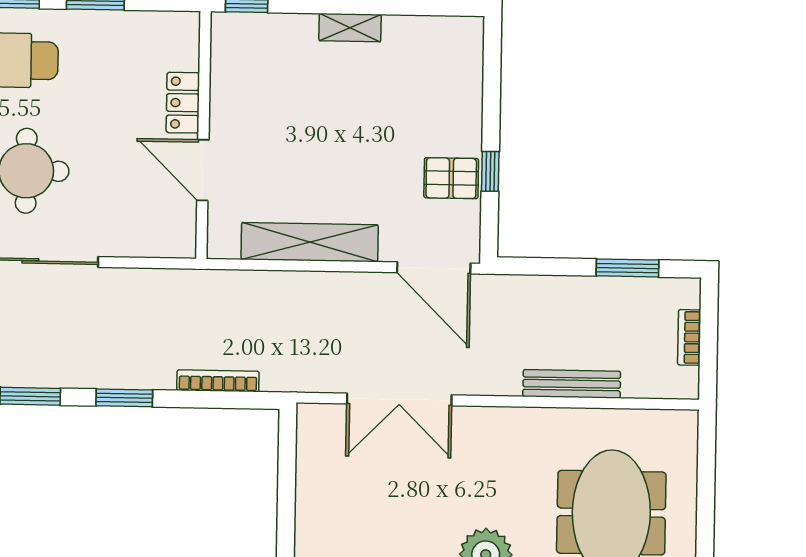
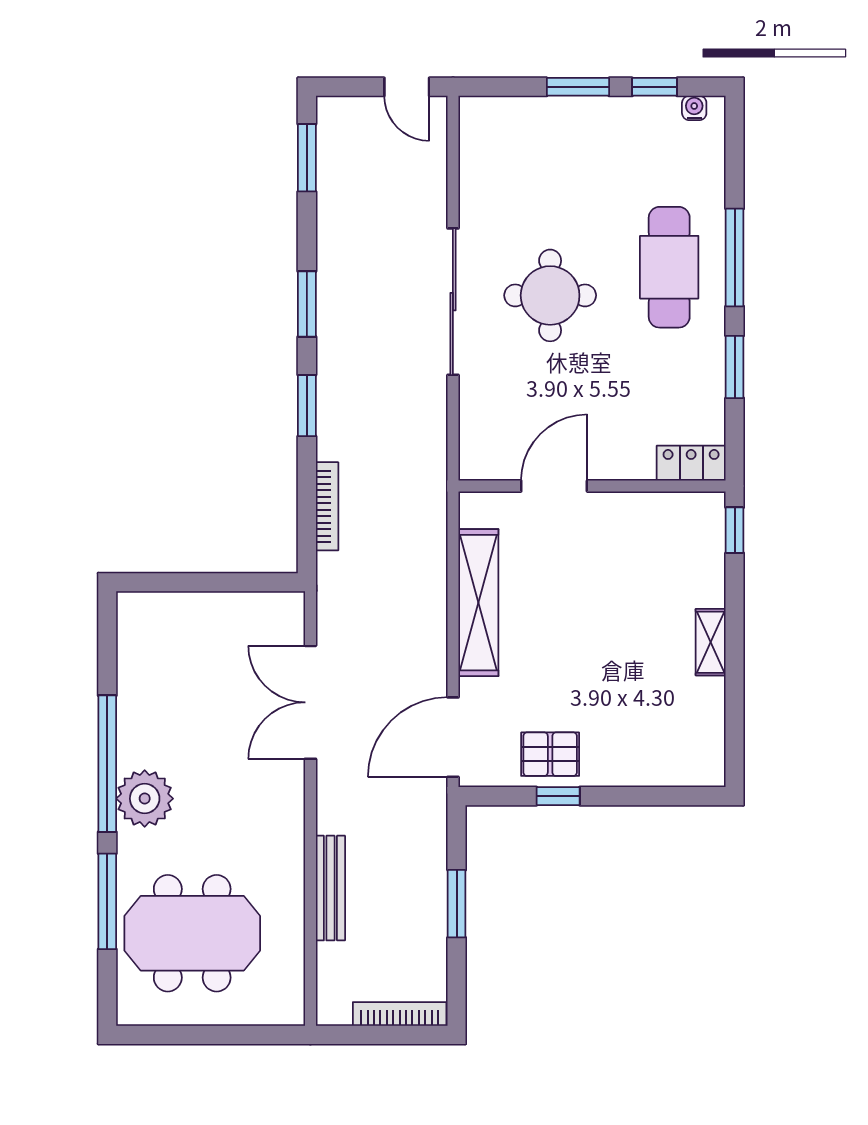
locker: (183, 103) -> (691, 463), moved
pallet: (451, 178) -> (550, 754), turned 90
window: (627, 268) -> (457, 904), moved
bookcase: (689, 337) -> (400, 1014), width x1.56

